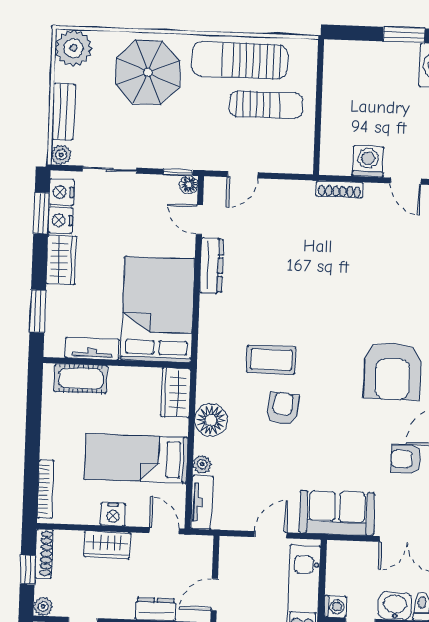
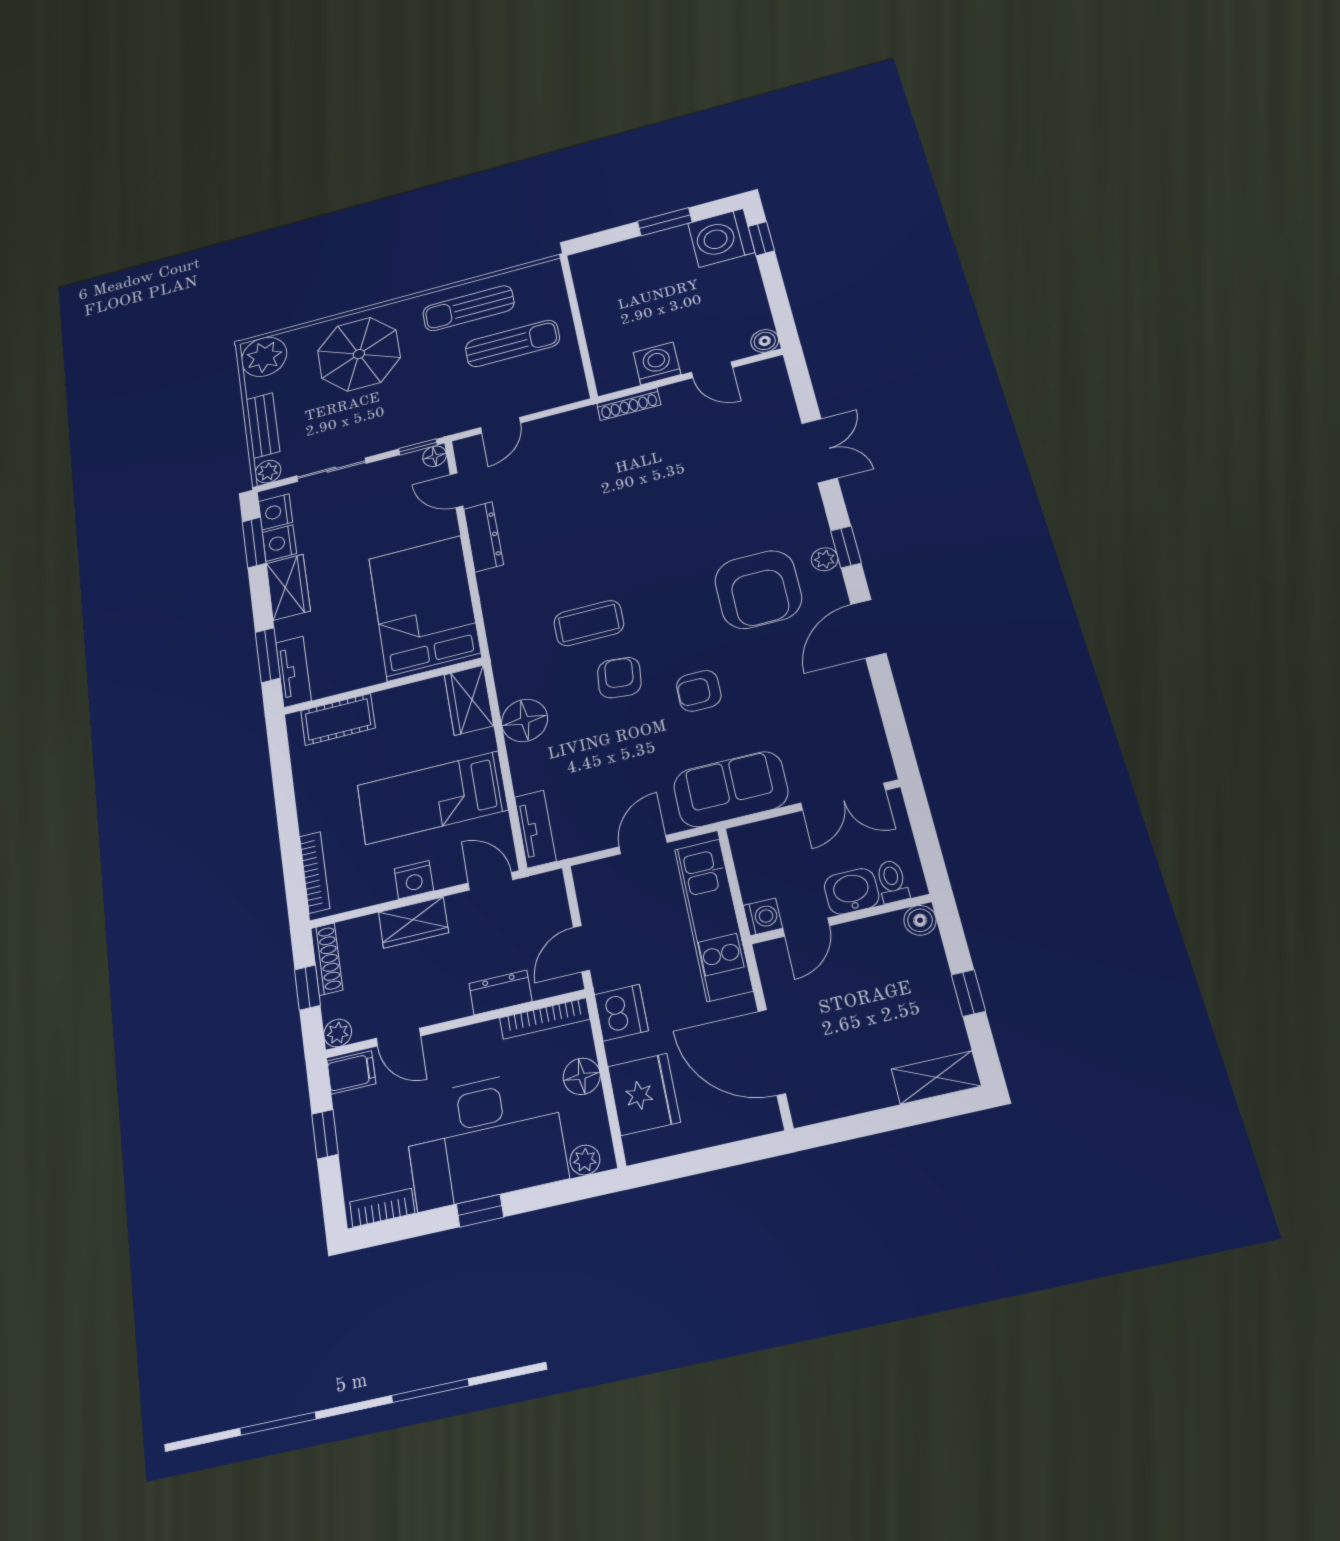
sun lounger: (239, 60) -> (468, 308), width x0.73, depth x0.75
tv unit: (92, 349) -> (293, 672), moved, turned 90
armchair: (406, 459) -> (699, 691), moved
plant: (202, 464) -> (525, 780), removed

